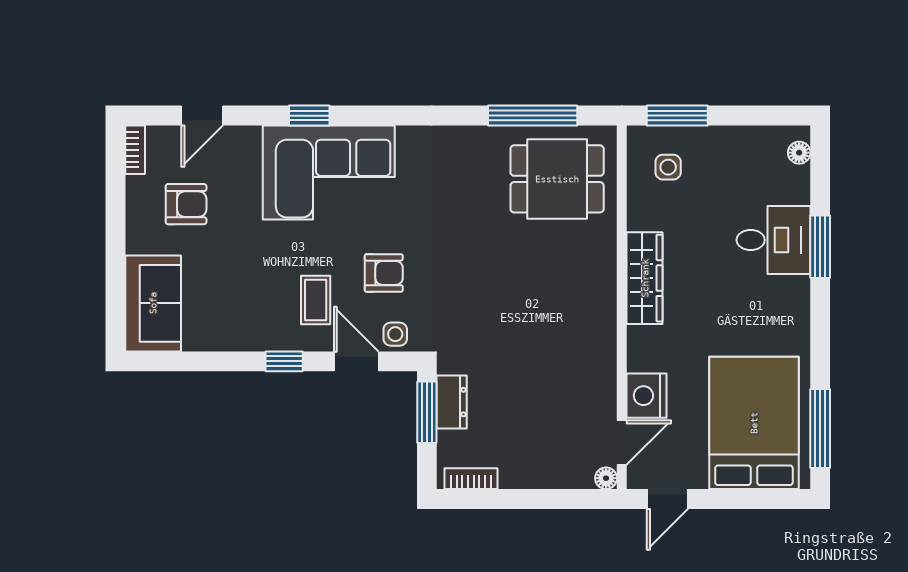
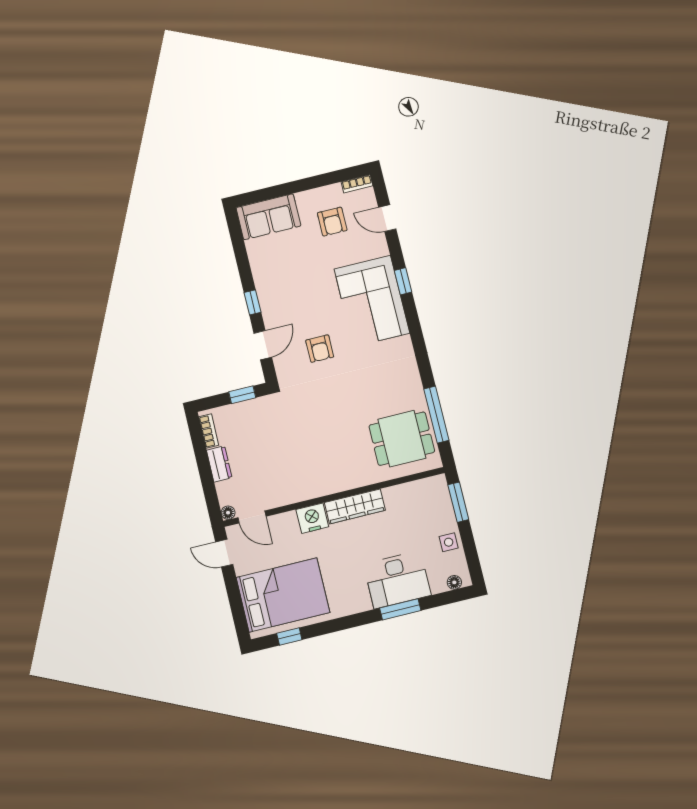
side table: (668, 167) -> (449, 542), moved
dining table: (557, 179) -> (402, 439), turned 90
desk: (773, 240) -> (397, 580), width x1.37
coffee table: (316, 300) -> (294, 312), removed
side table: (395, 334) -> (285, 364), removed
nightstand: (647, 396) -> (312, 518), moved
dresser: (452, 402) -> (219, 464), moved, turned -90
window: (427, 412) -> (242, 395), width x0.67
window: (820, 428) -> (289, 636), width x0.46

